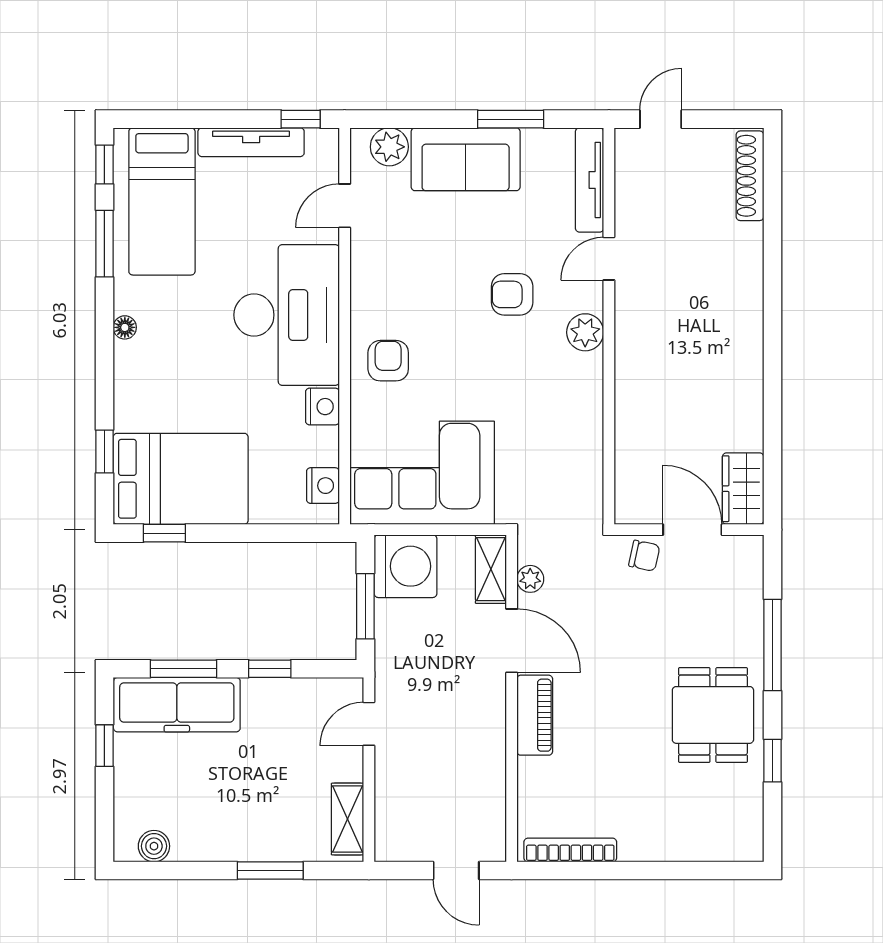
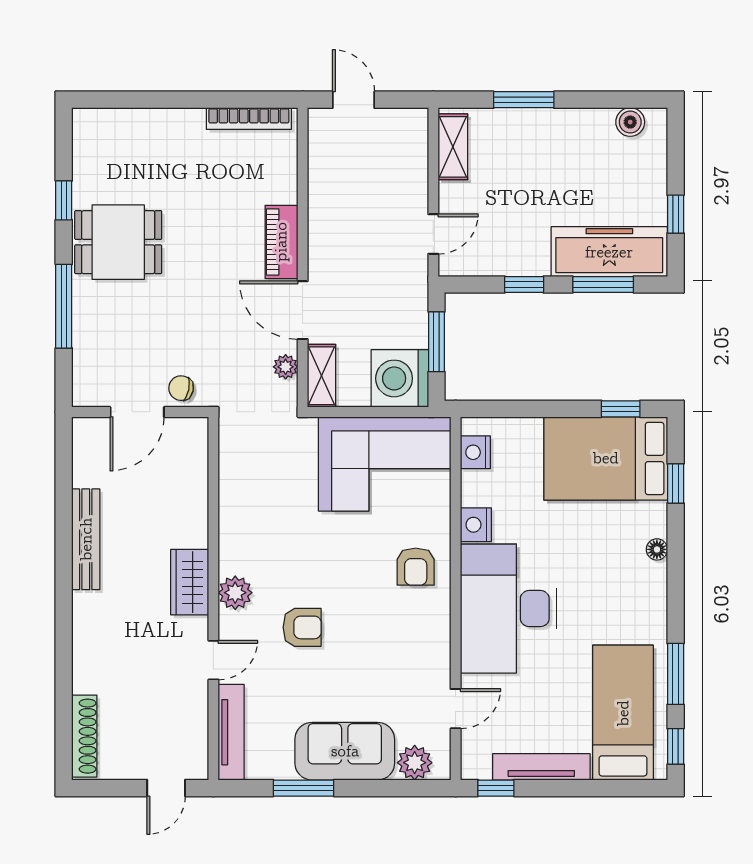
floor lamp: (125, 327) -> (657, 549), moved
bench: (748, 391) -> (86, 539), added
wardrobe: (743, 489) -> (190, 582), moved, turned 180
door: (692, 530) -> (137, 412), hinge flipped
dining table: (713, 715) -> (118, 242), turned 90

